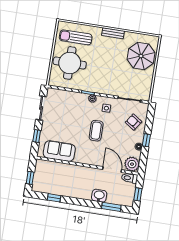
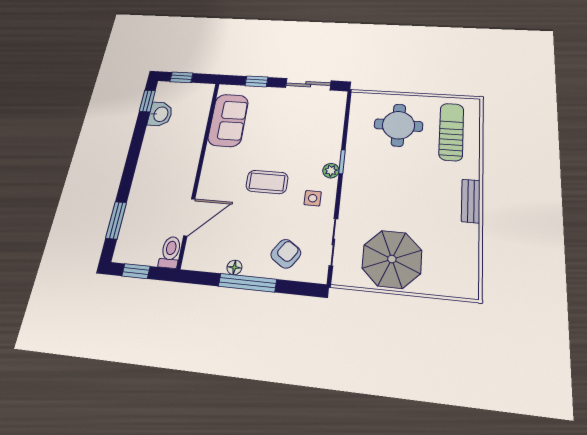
parasol: (141, 56) -> (392, 259), moved
round table: (70, 63) -> (398, 125), width x0.73, depth x0.73
window: (146, 140) -> (247, 283), width x2.17
plant: (132, 164) -> (198, 256), removed
washbasin: (99, 196) -> (160, 114), moved
window: (54, 198) -> (147, 101), moved

